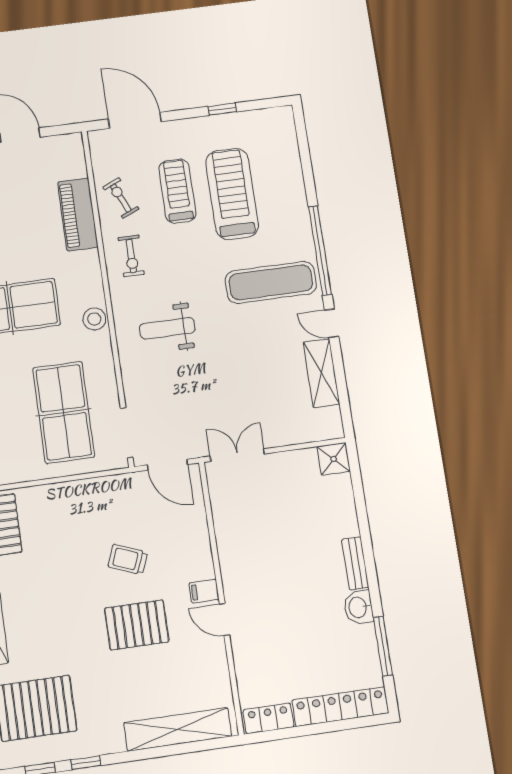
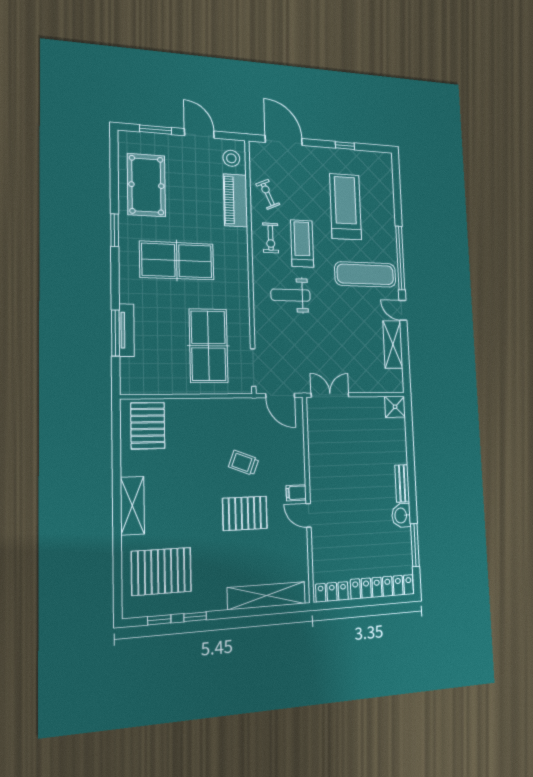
treadmill: (177, 191) -> (302, 243), moved
stool: (94, 319) -> (231, 158), moved

